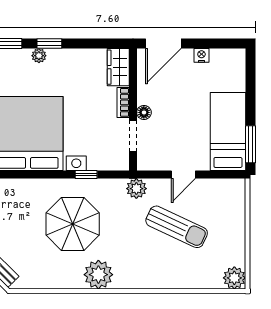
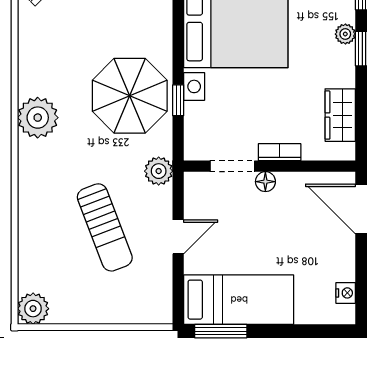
nightstand: (201, 55) -> (346, 293), moved
wardrobe: (118, 67) -> (340, 115), moved, turned -90
door: (183, 175) -> (178, 237), swing flipped
parasol: (73, 224) -> (130, 96), moved
sun lounger: (177, 227) -> (105, 227), turned -46

